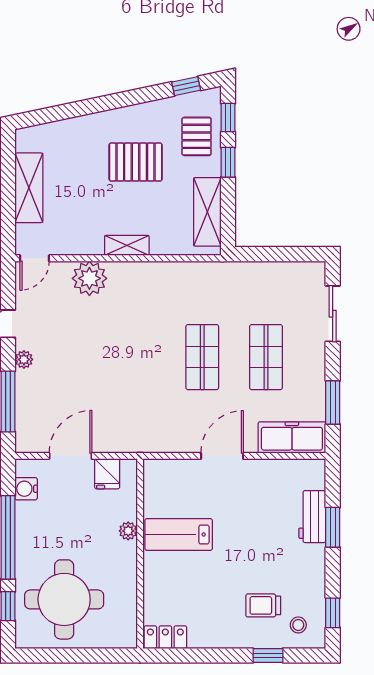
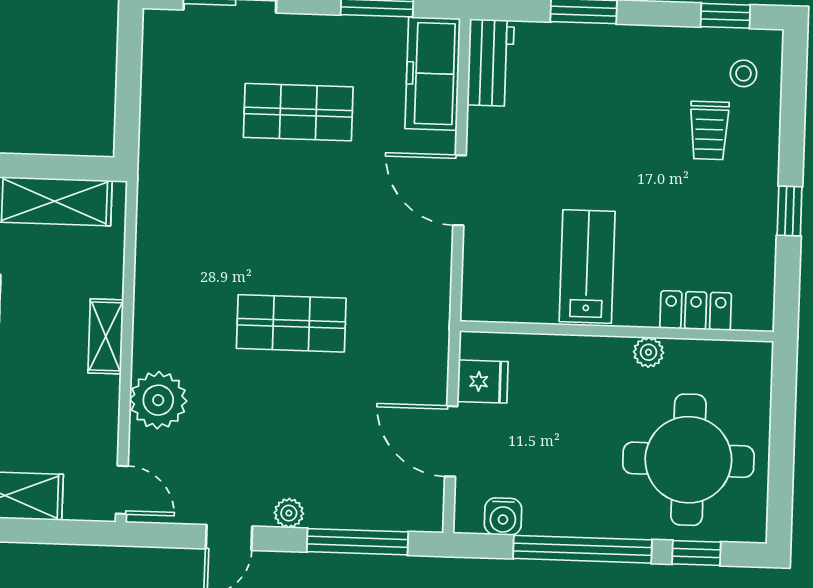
shop shelf: (202, 357) -> (291, 323), moved
workbench: (312, 517) -> (491, 63), moved, turned -90
plant: (128, 531) -> (649, 352), moved
lab bench: (179, 534) -> (587, 267), turned 180
locker: (165, 637) -> (696, 311), moved, turned 90
window: (268, 656) -> (790, 211), moved

